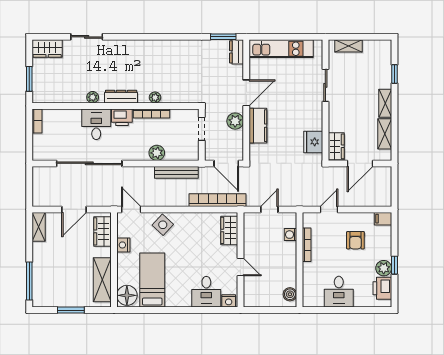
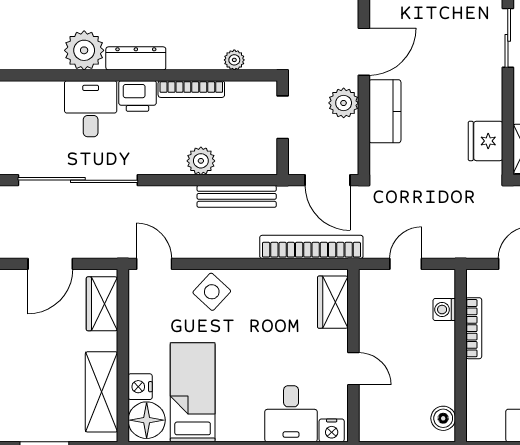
plant: (93, 97) -> (84, 50), width x1.87, depth x1.87
plant: (155, 97) -> (234, 60), moved
nightstand: (123, 245) -> (140, 387), moved

